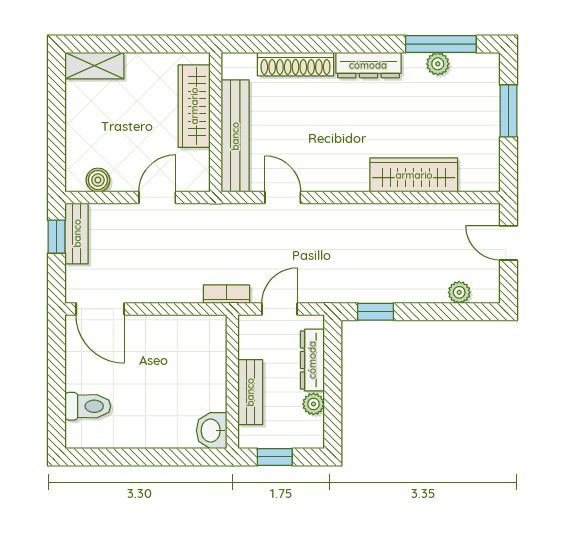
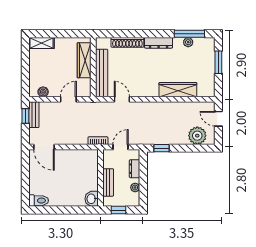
plant: (459, 292) -> (197, 136), width x1.87, depth x1.87
dresser: (312, 360) -> (135, 169), width x0.70
toilet: (88, 406) -> (39, 201), moved

